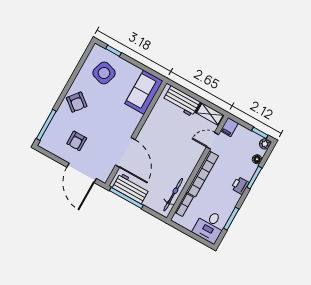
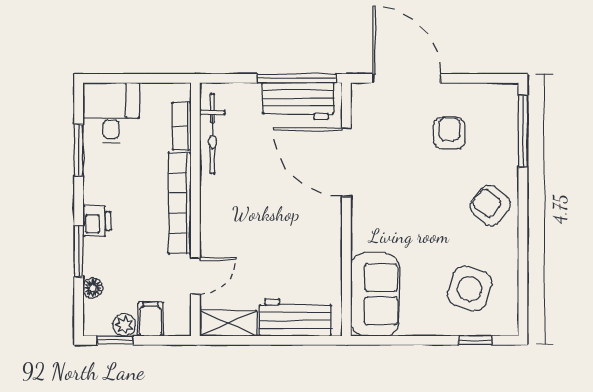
filing cabinet: (229, 127) -> (151, 319), moved
plant: (265, 144) -> (124, 325), moved

